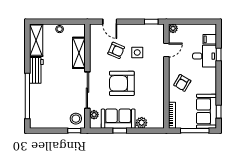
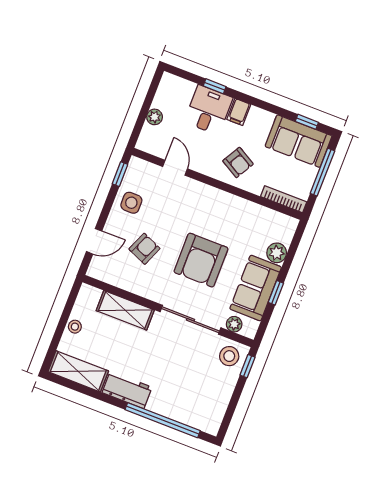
plant: (173, 28) -> (155, 117), moved
filing cabinet: (210, 39) -> (239, 112), moved
side table: (137, 52) -> (131, 203), moved

